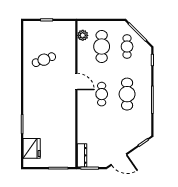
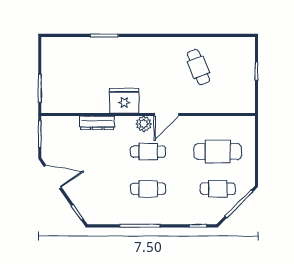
plant: (83, 35) -> (144, 124), moved
cafe table: (127, 94) -> (148, 189), width x0.73, depth x0.74
fridge: (32, 148) -> (124, 101), moved, turned 180
dresser: (82, 155) -> (97, 123), moved
door: (119, 159) -> (53, 177), swing flipped

